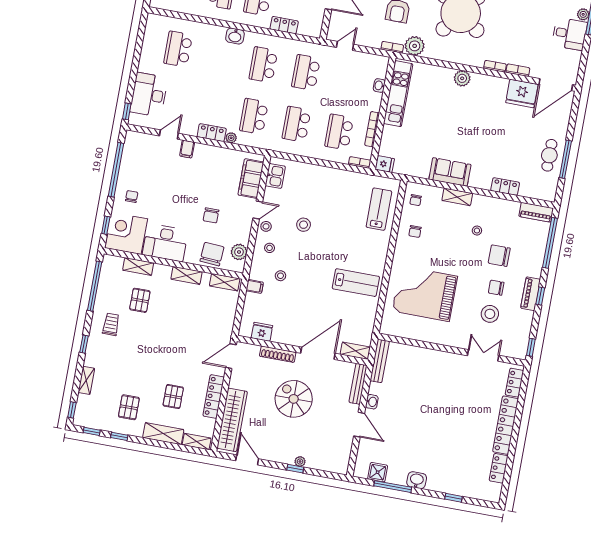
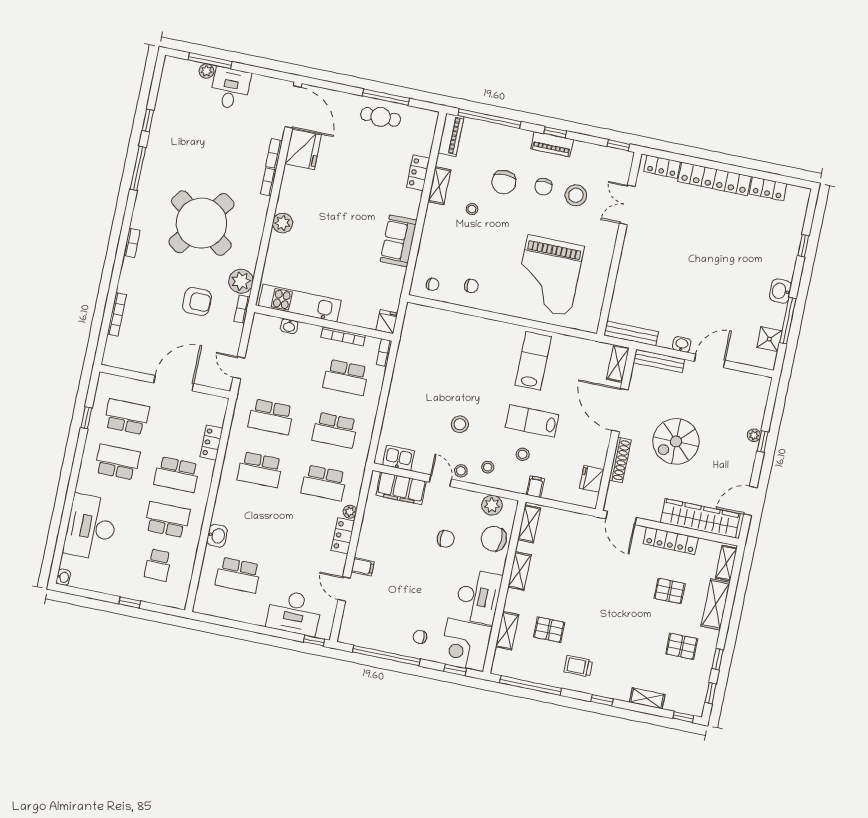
washbasin: (235, 36) -> (217, 536), moved
shelving: (457, 197) -> (439, 186), moved
lab bench: (379, 209) -> (532, 421), moved

